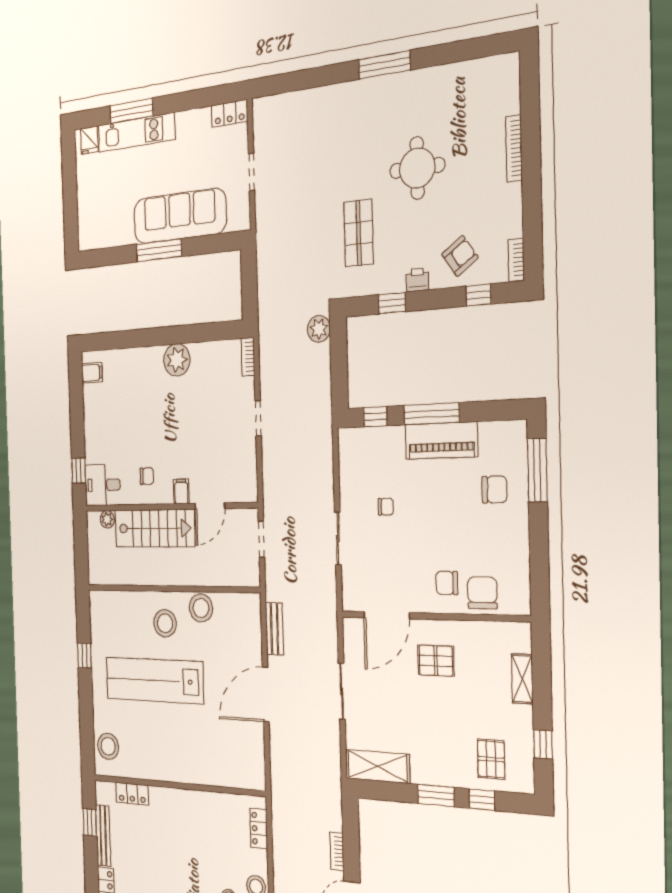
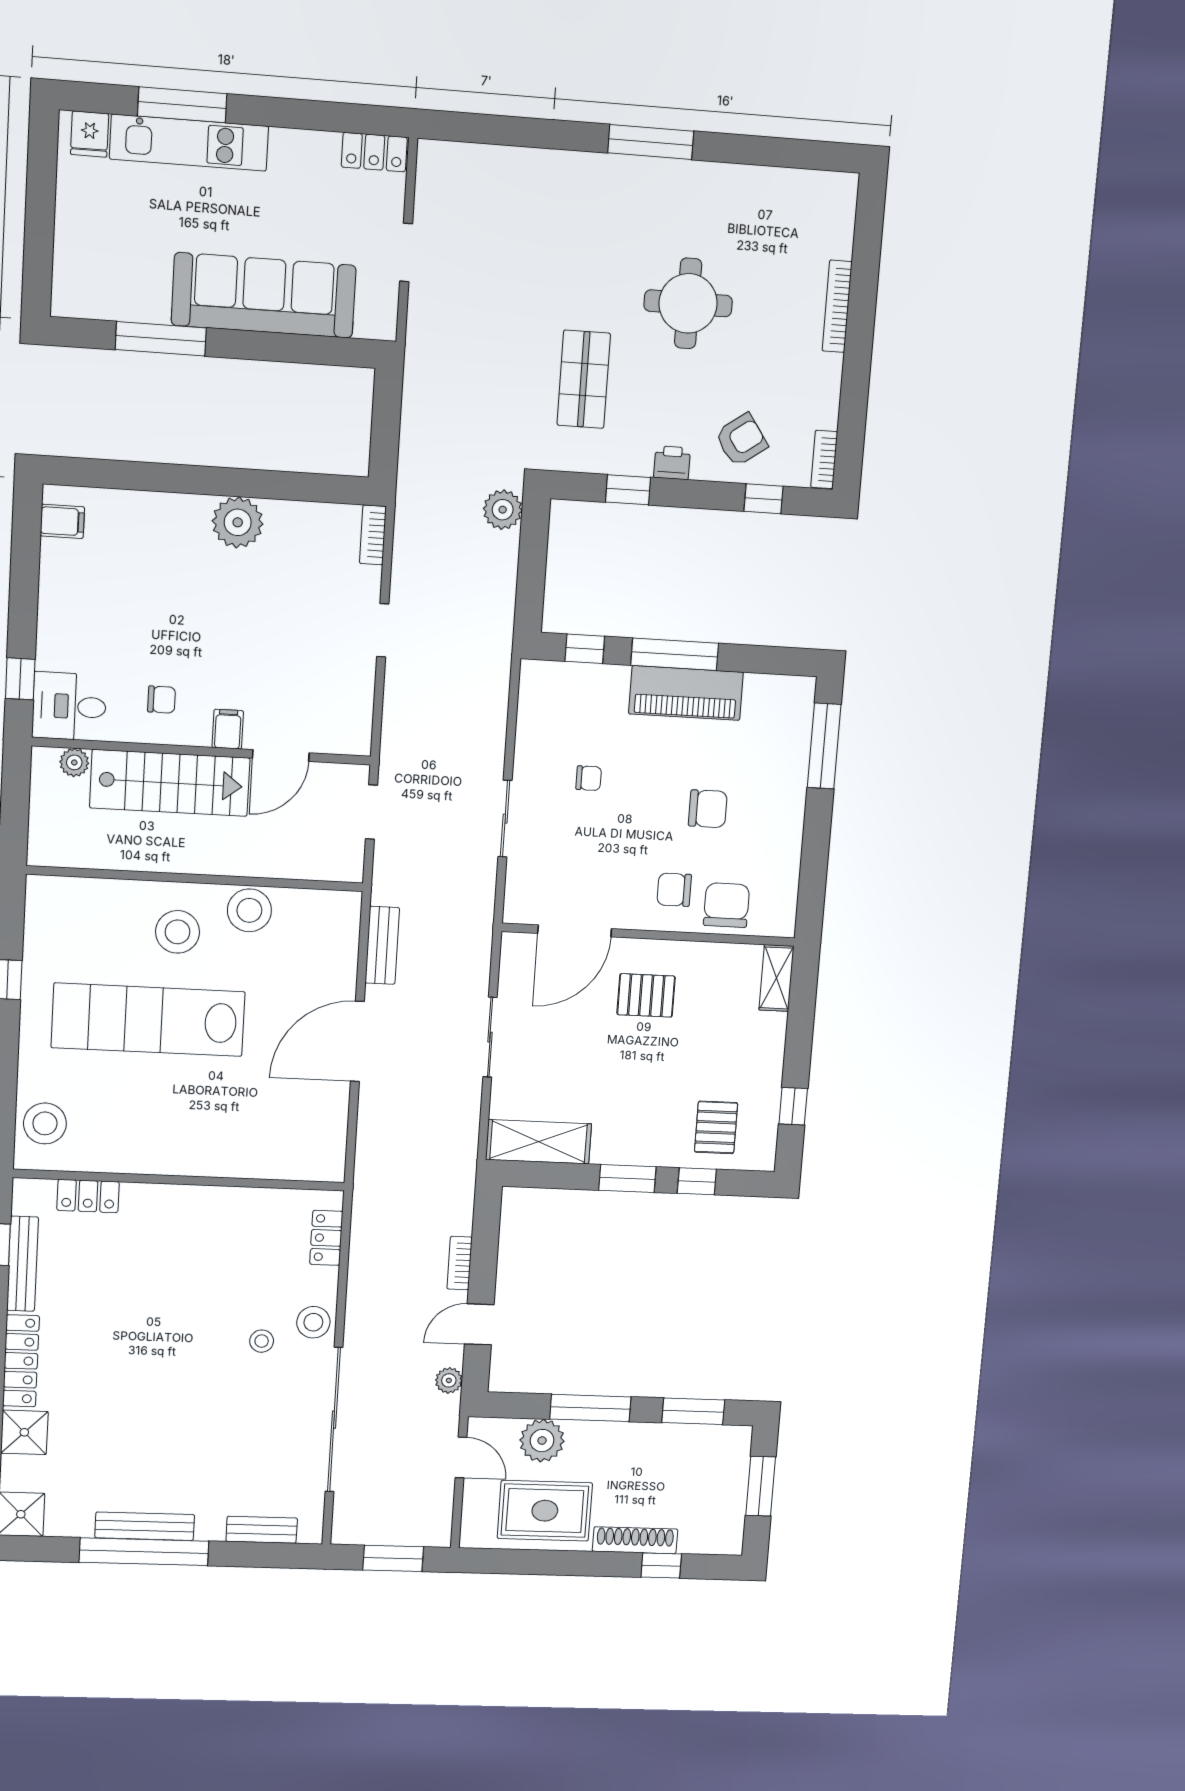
window: (159, 250) -> (161, 339), moved
chair: (494, 489) -> (708, 809), moved
shelving: (522, 679) -> (776, 978), moved

